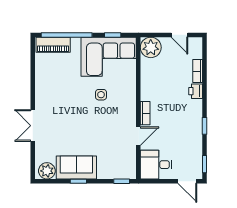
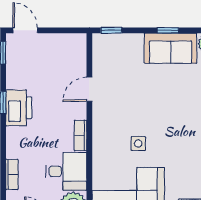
printer: (196, 91) -> (19, 108), moved, width x1.87, depth x1.48
bookcase: (145, 113) -> (81, 135), moved
desk: (156, 165) -> (66, 171), moved

